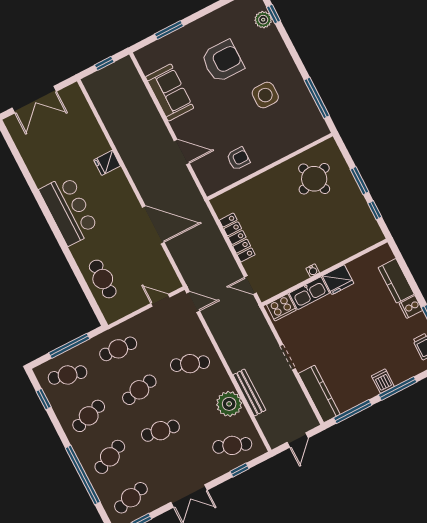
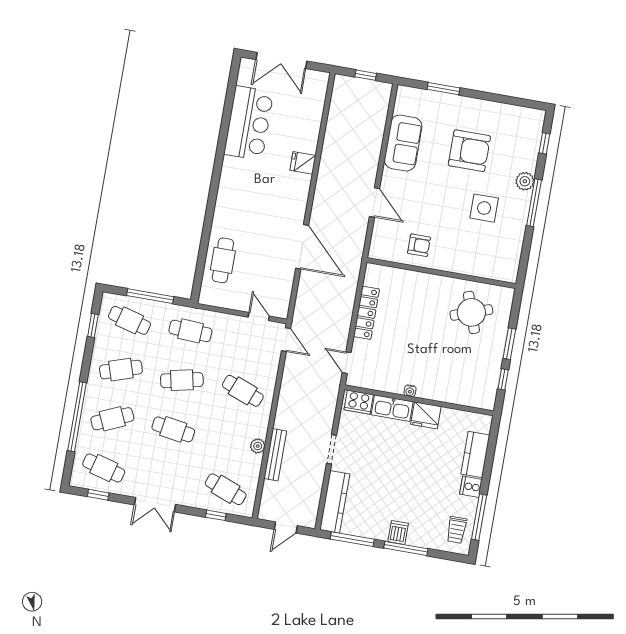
plant: (263, 20) -> (525, 181), moved
window: (317, 98) -> (534, 203), moved
bar counter: (69, 210) -> (249, 123), moved
plant: (229, 404) -> (258, 446), width x0.53, depth x0.53
cafe table: (131, 498) -> (104, 468), turned 30

